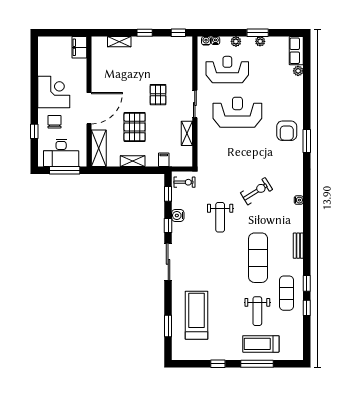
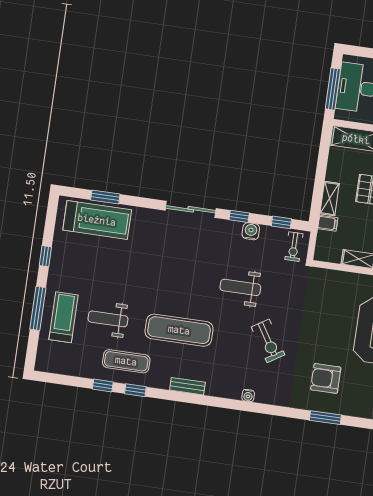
armchair: (287, 131) -> (326, 378), moved
shelving: (133, 161) -> (330, 199), moved
treadmill: (197, 315) -> (97, 220), moved

